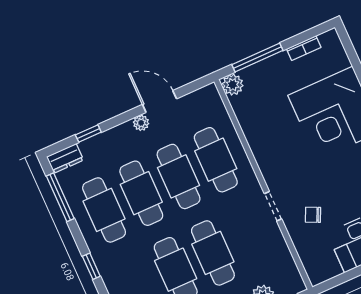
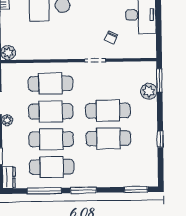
window: (60, 197) -> (44, 191), moved
window: (91, 266) -> (83, 190), width x1.50

